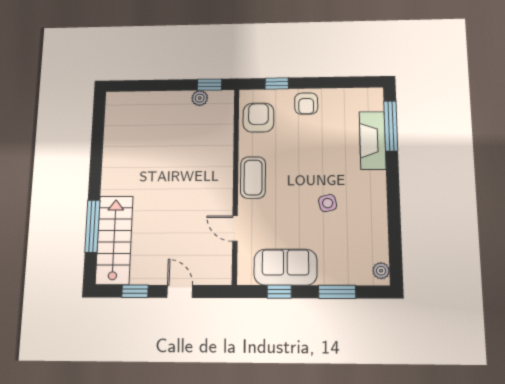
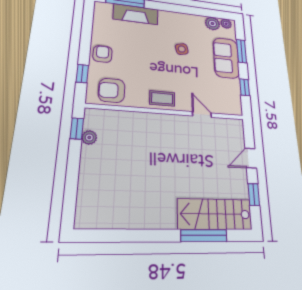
armchair: (306, 104) -> (103, 54), turned -90
coffee table: (253, 178) -> (162, 98), width x0.73, depth x0.77
door: (235, 229) -> (202, 114), swing flipped
plant: (377, 249) -> (212, 24), added
sofa: (285, 267) -> (226, 58), moved

